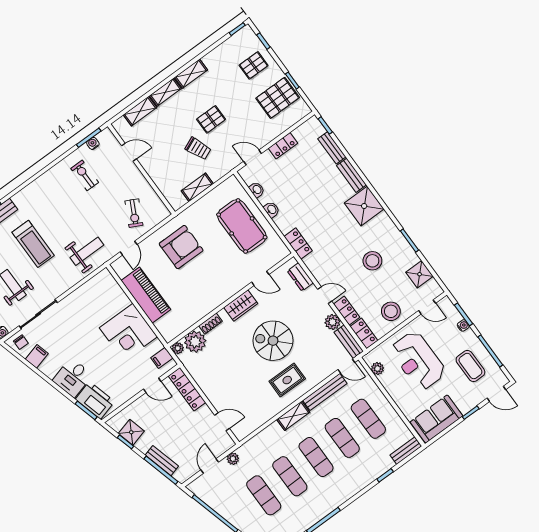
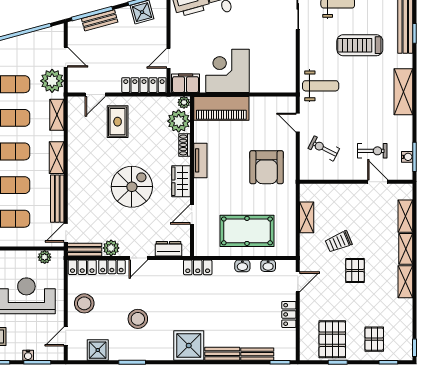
door: (129, 152) -> (378, 182), swing flipped
exercise bike: (85, 175) -> (372, 151), moved
shelving: (44, 183) -> (403, 92), added
weight bench: (87, 251) -> (321, 86), turned -90
piano: (146, 295) -> (221, 108), moved
tv unit: (213, 302) -> (200, 160), added
filing cabinet: (162, 358) -> (186, 83), width x2.00
rug: (287, 380) -> (118, 122), moved
shelving: (260, 440) -> (57, 115), added
plant: (233, 459) -> (52, 81), width x1.88, depth x1.88

